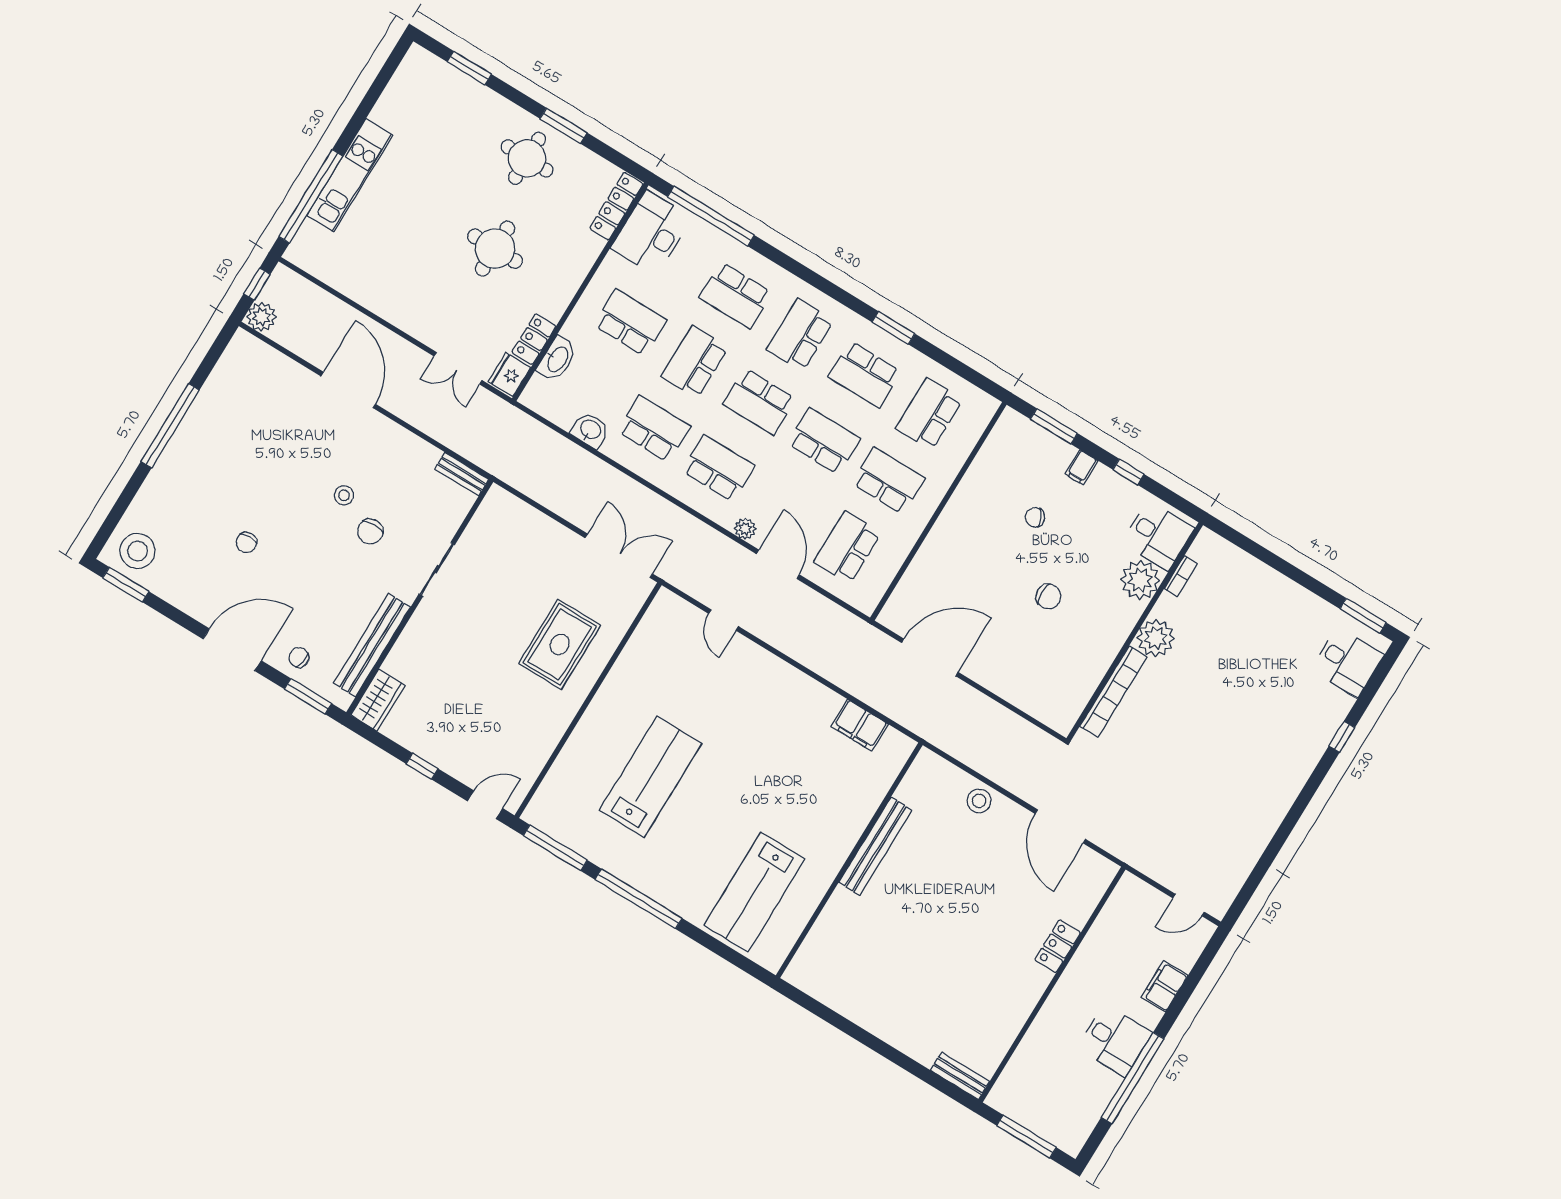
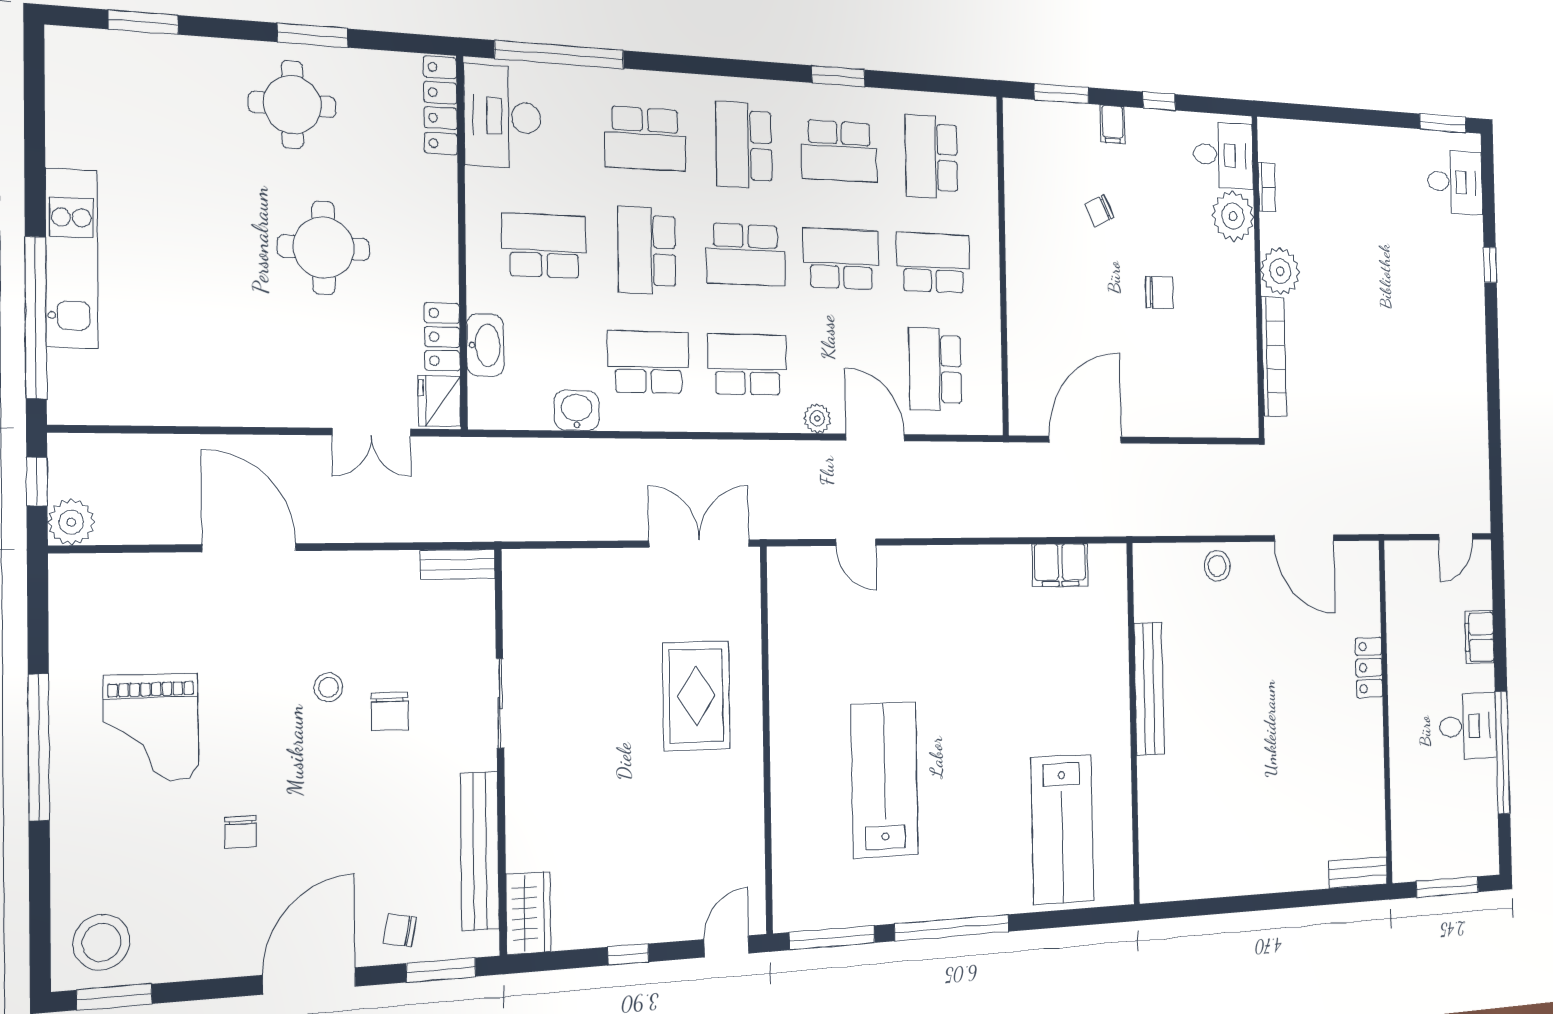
grand piano: (234, 454) -> (151, 728), added

